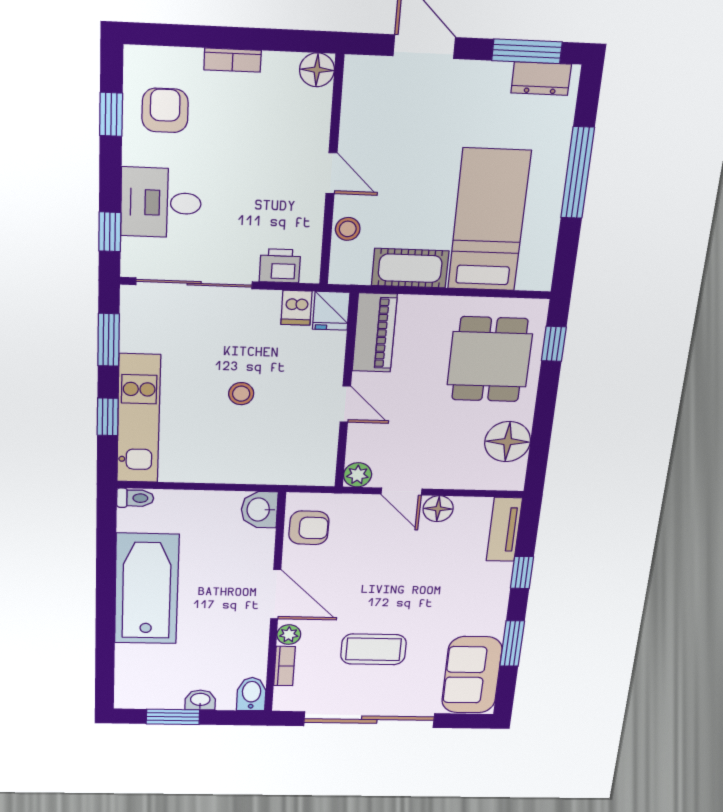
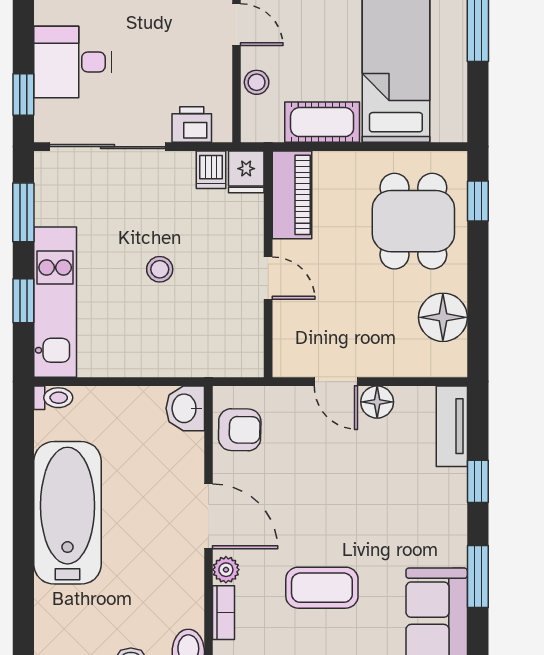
plant: (358, 475) -> (287, 362), removed

